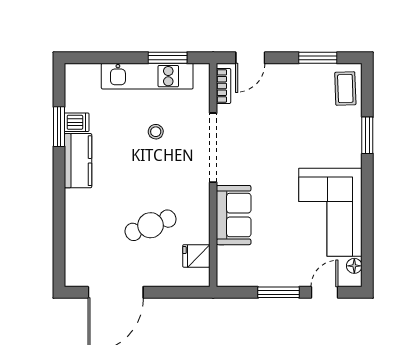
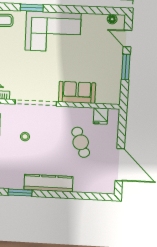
dishwasher: (77, 122) -> (18, 182), removed
kitchen counter: (78, 161) -> (48, 183), width x1.50
corner sofa: (330, 212) -> (53, 32), moved

